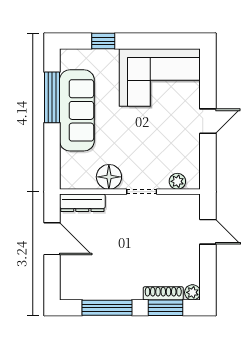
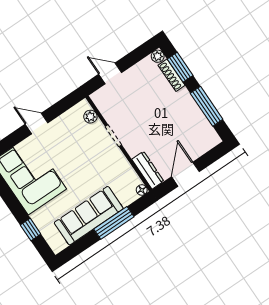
window: (52, 97) -> (114, 223), moved
floor lamp: (109, 177) -> (142, 190), moved, width x0.53, depth x0.53
door: (208, 232) -> (110, 73), hinge flipped

